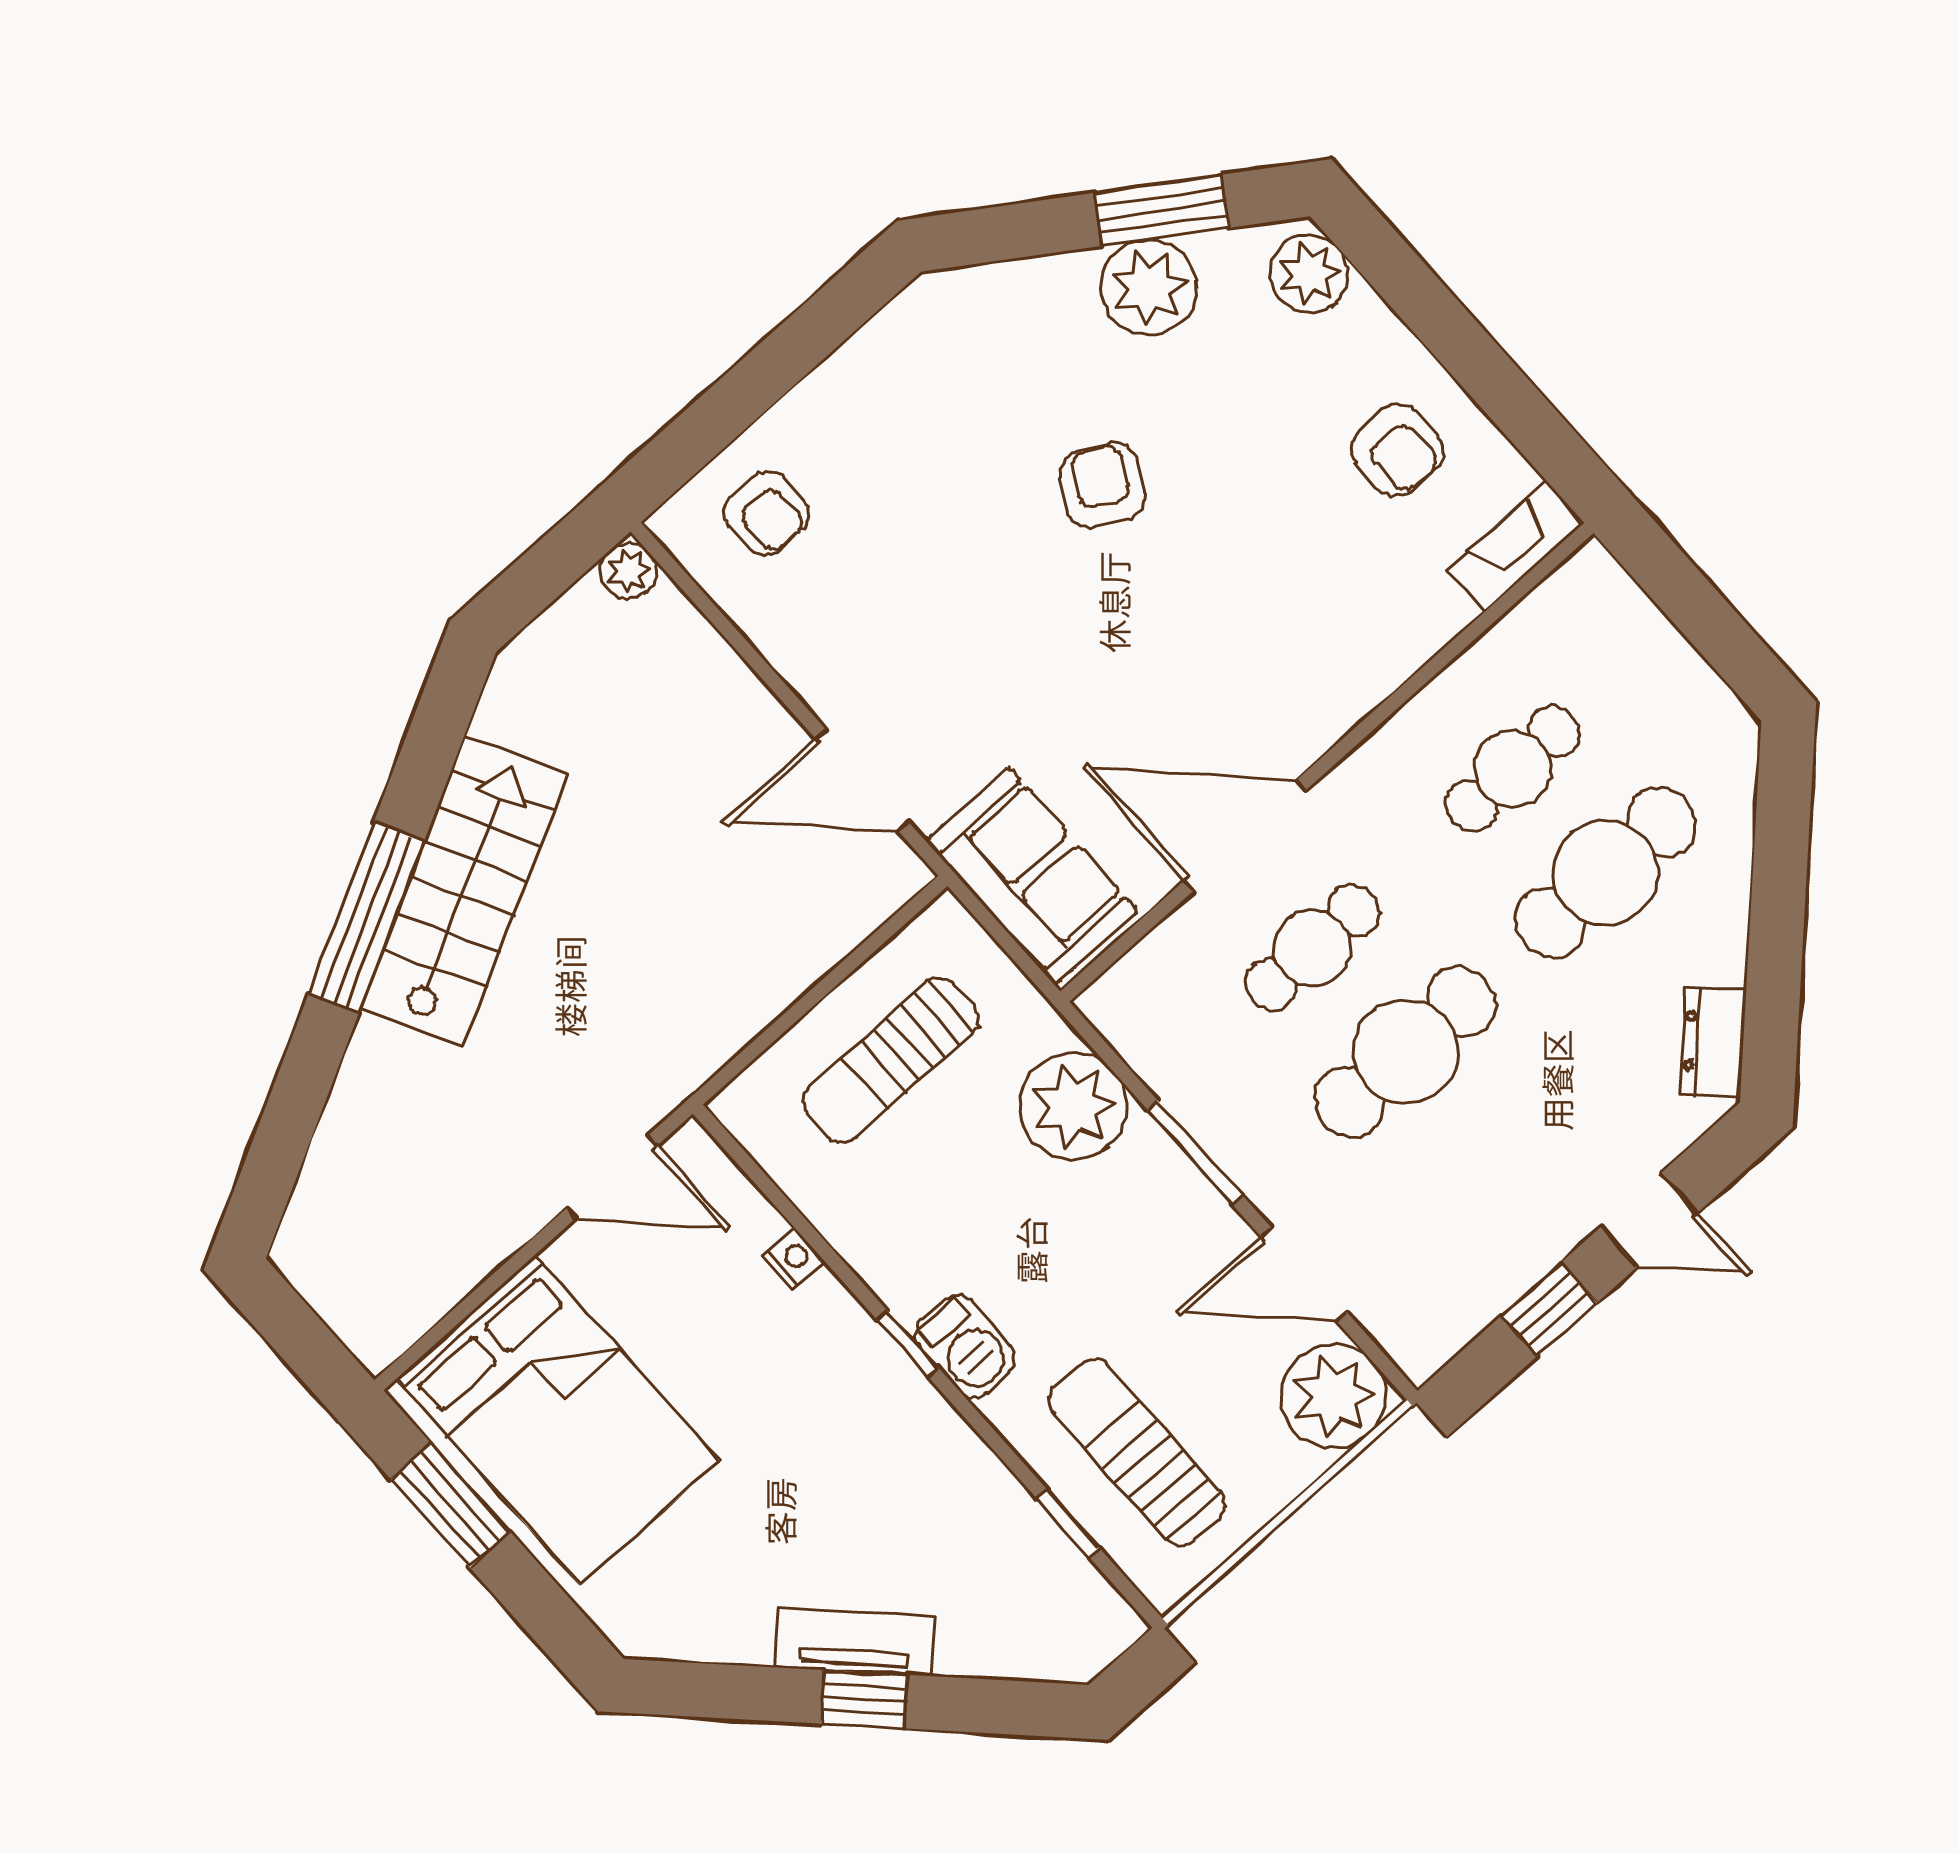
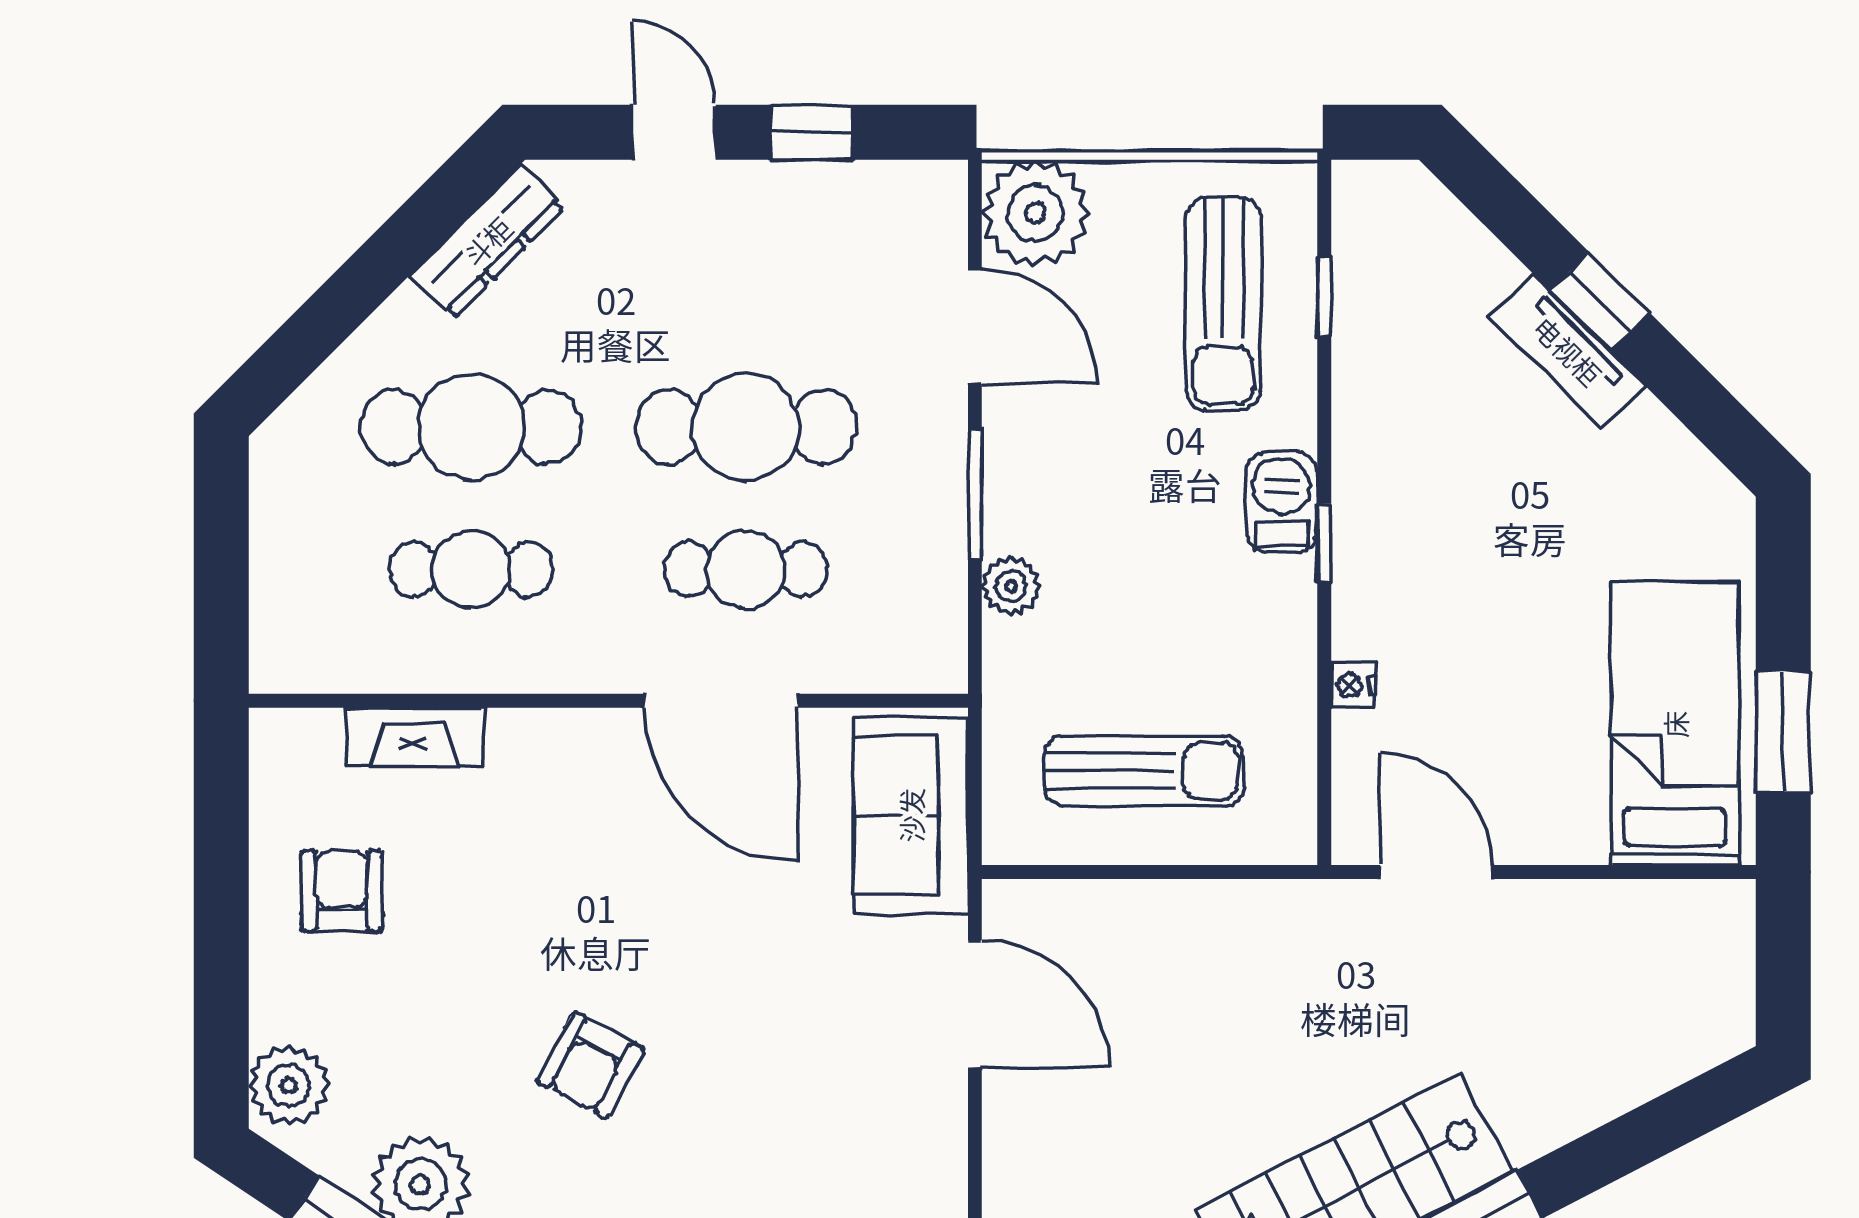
fireplace: (1516, 546) -> (414, 737), moved
dresser: (1713, 1042) -> (487, 241), width x1.44
plant: (1073, 1106) -> (1011, 586), width x0.53, depth x0.53
bed: (558, 1420) -> (1675, 724), width x0.67

